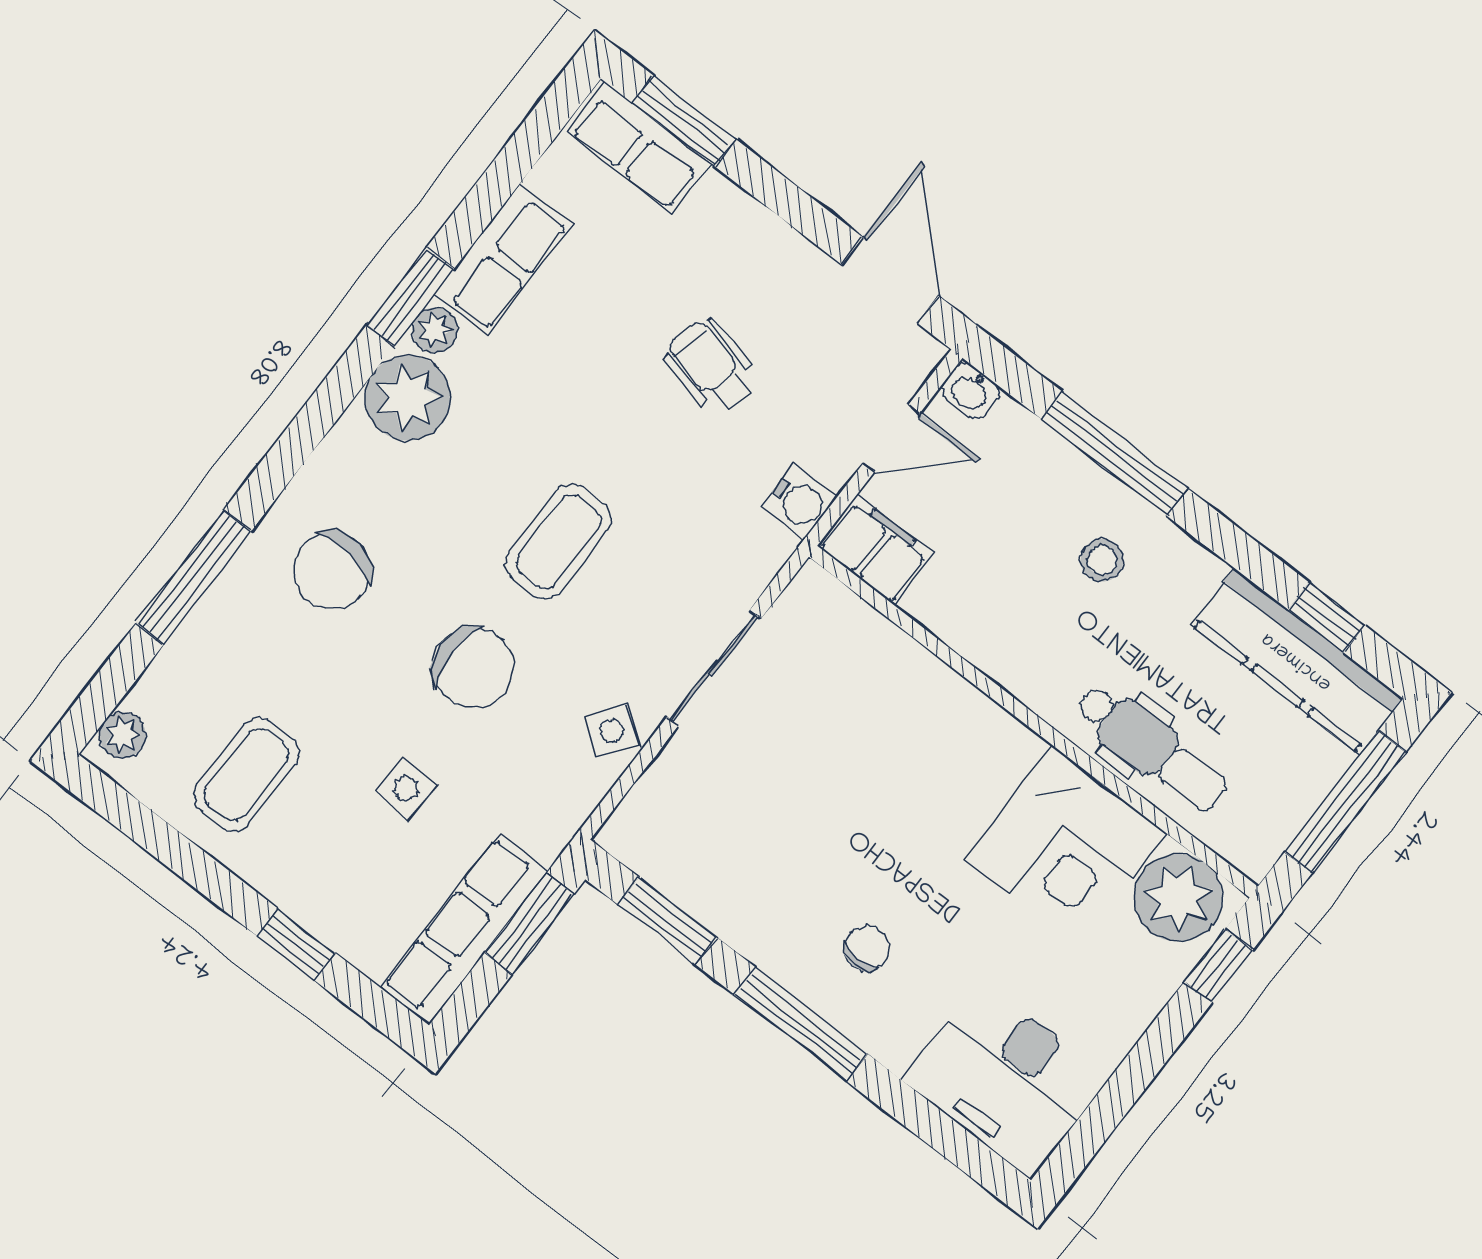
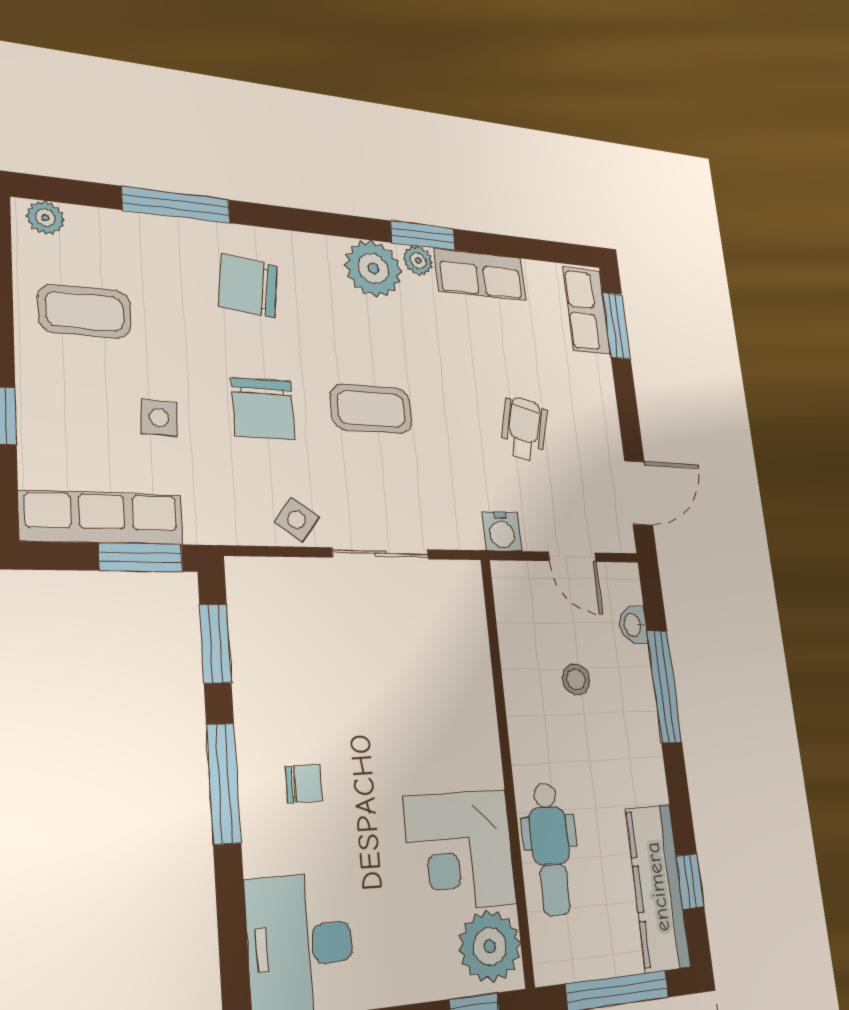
washbasin: (971, 391) -> (633, 625), moved
filing cabinet: (875, 550) -> (515, 595), removed
stool: (1102, 560) -> (576, 679), moved

